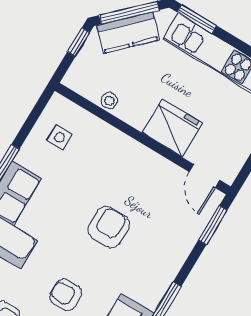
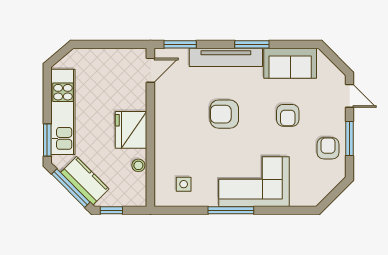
fridge: (172, 128) -> (131, 130), moved
tv unit: (169, 266) -> (226, 57), added

